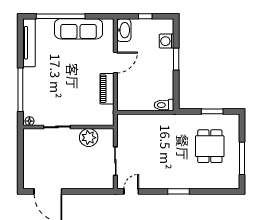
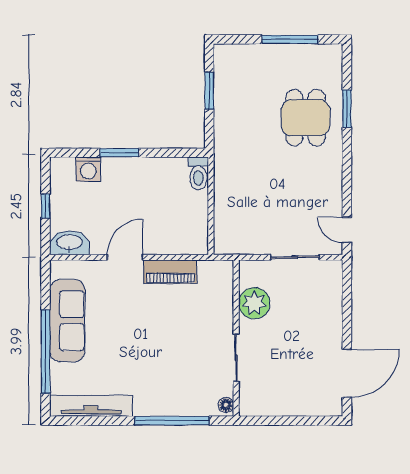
door: (115, 62) -> (125, 257), hinge flipped
dining table: (210, 146) -> (305, 118), moved, turned 90
window: (178, 191) -> (347, 109), moved

